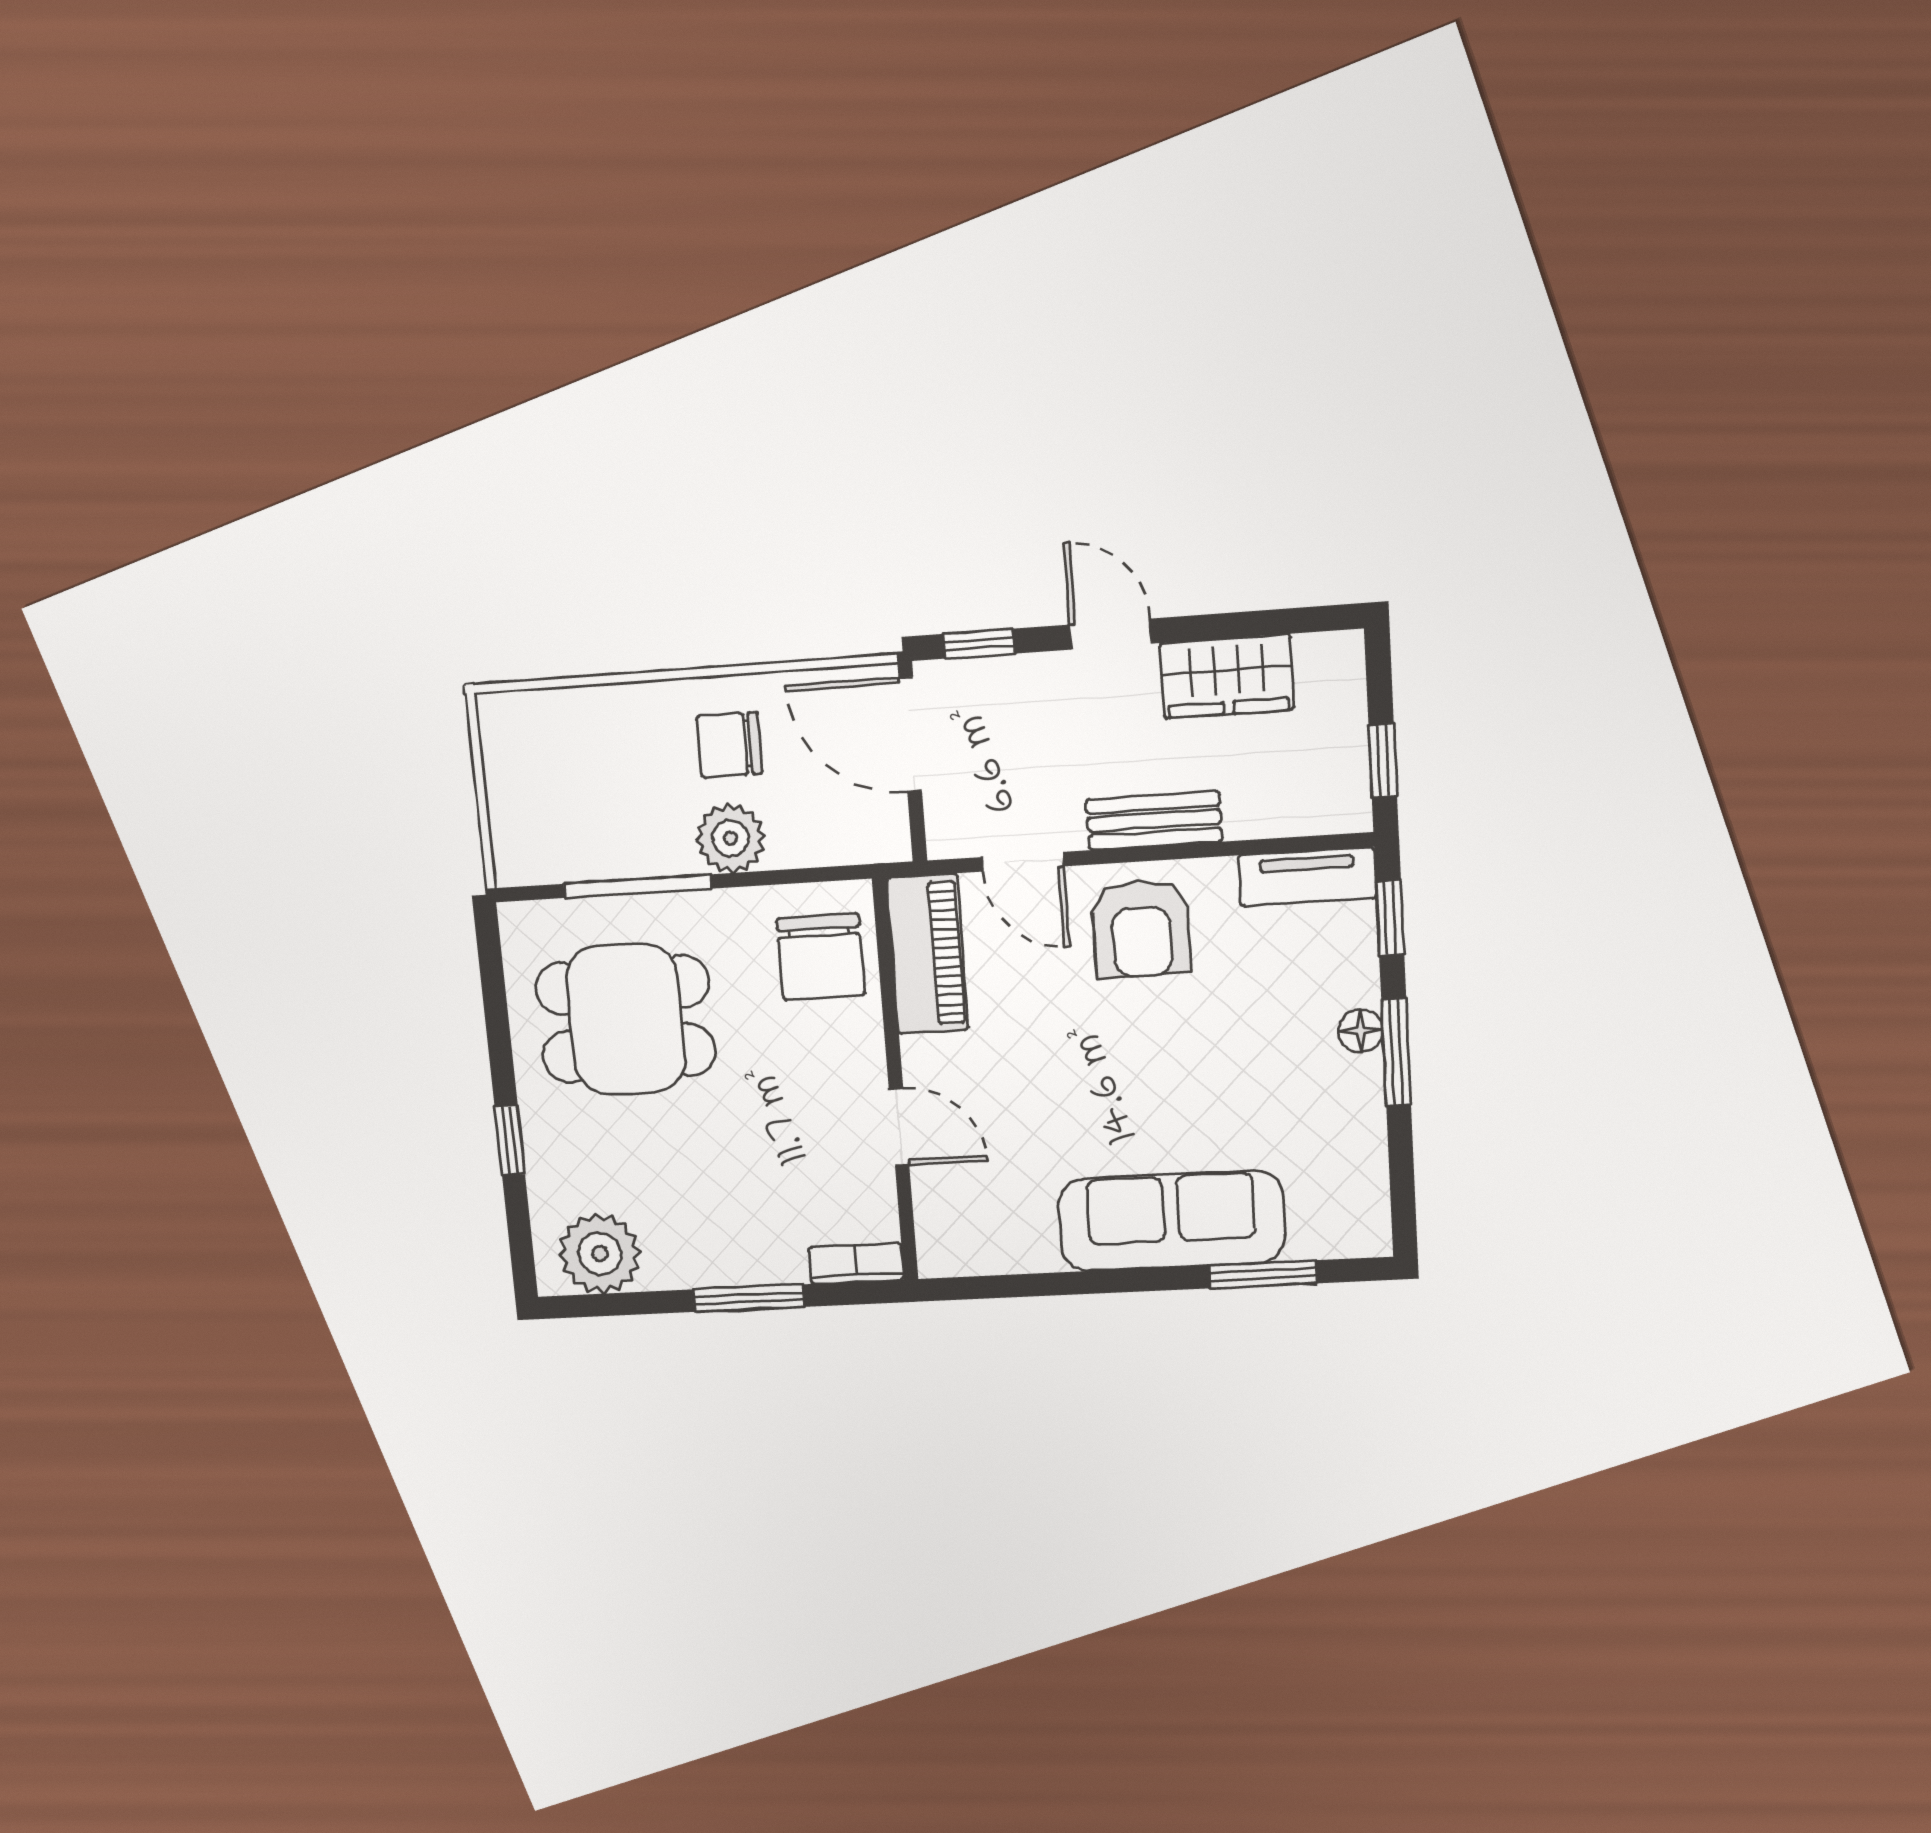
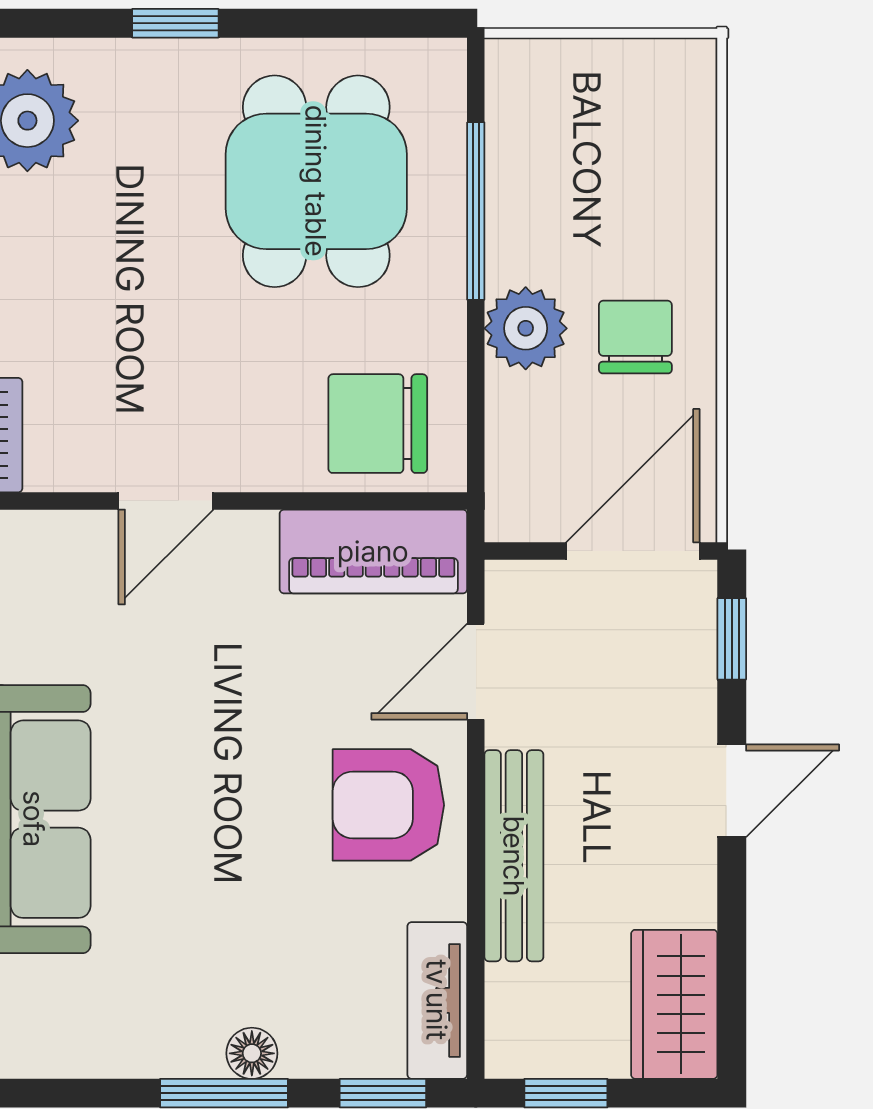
wardrobe: (1227, 676) -> (674, 1004), moved
bench: (1154, 821) -> (514, 856), width x1.36

